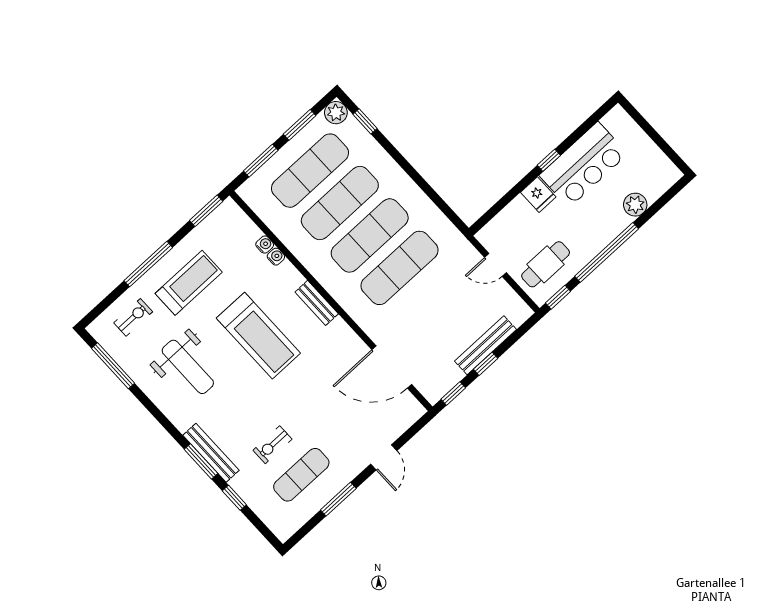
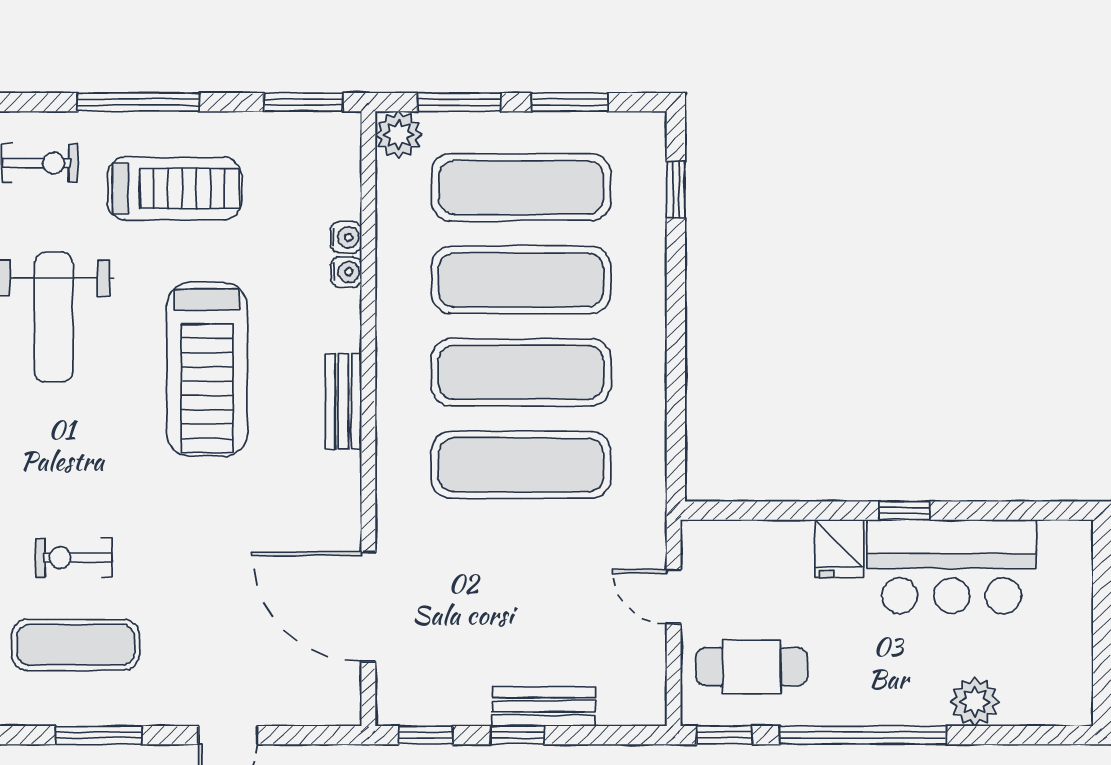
plant: (336, 113) -> (399, 135), moved
bench: (485, 345) -> (544, 706), width x0.73

